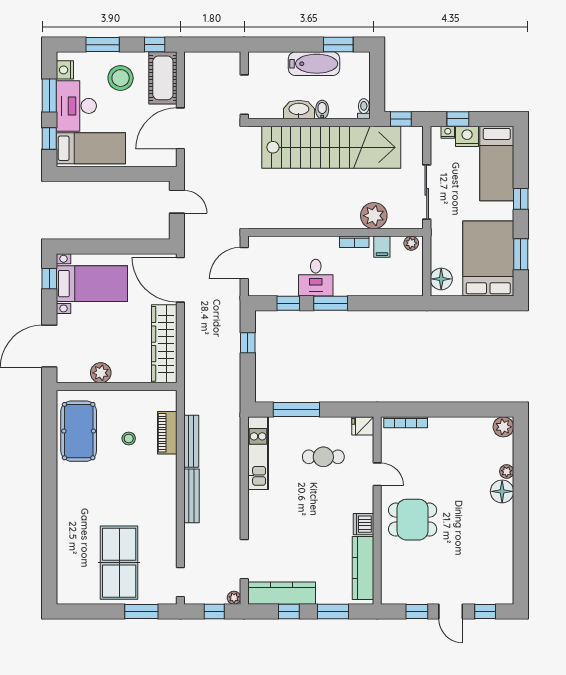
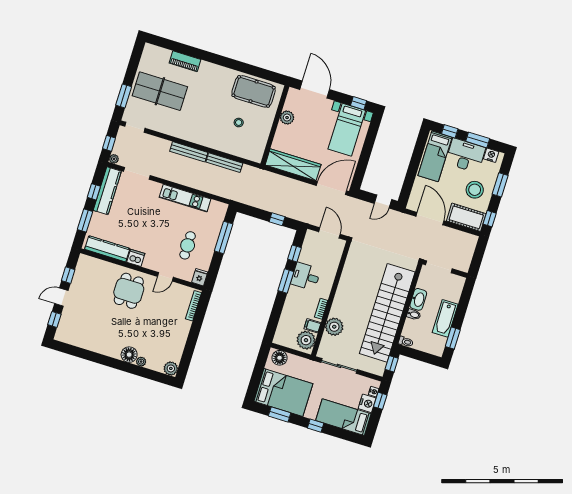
plant: (411, 243) -> (306, 340), width x1.88, depth x1.88
piano: (167, 433) -> (185, 61), moved, turned 180
kitchen unit: (258, 453) -> (185, 198), moved

